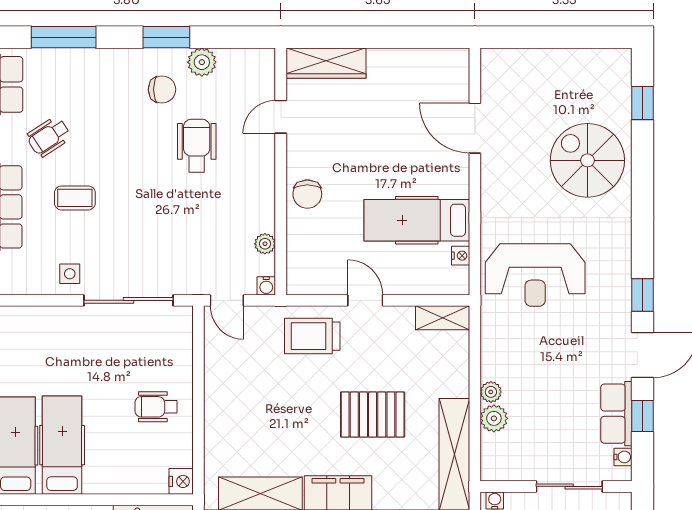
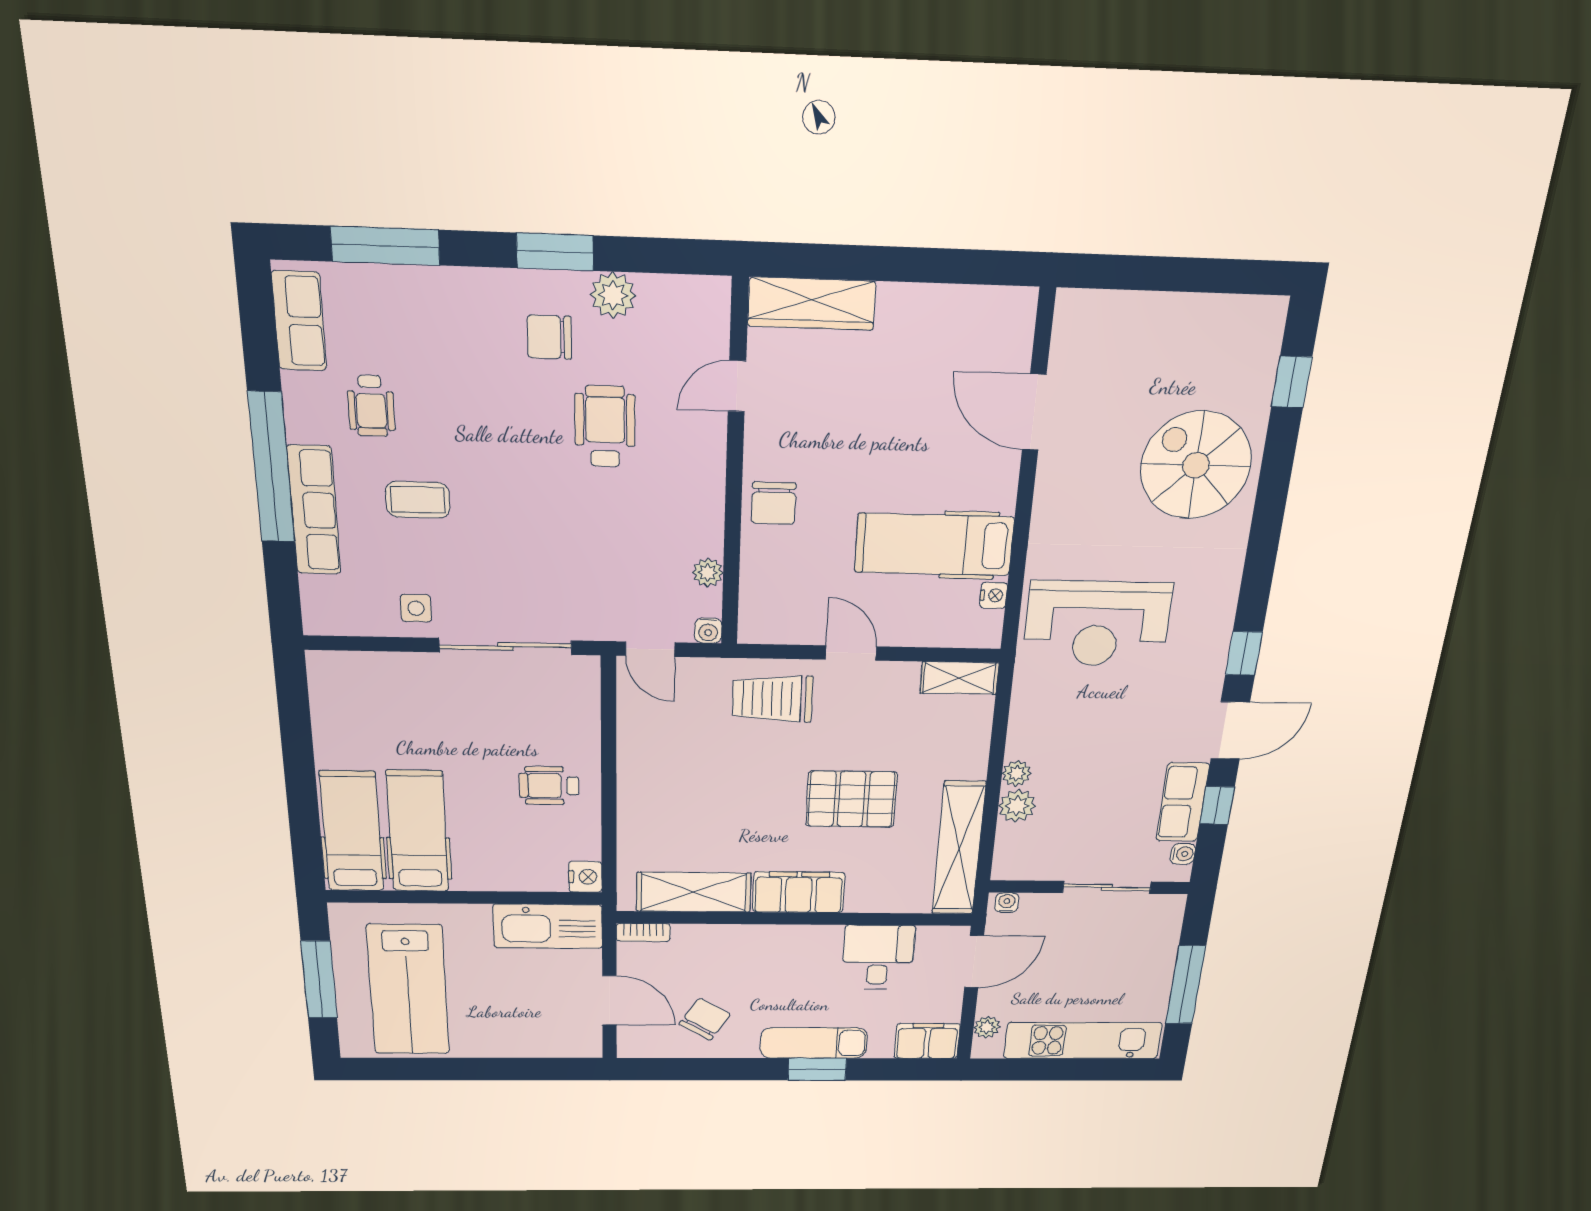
chair: (162, 89) -> (549, 337), turned 180
wheelchair: (49, 137) -> (371, 406), turned -57

